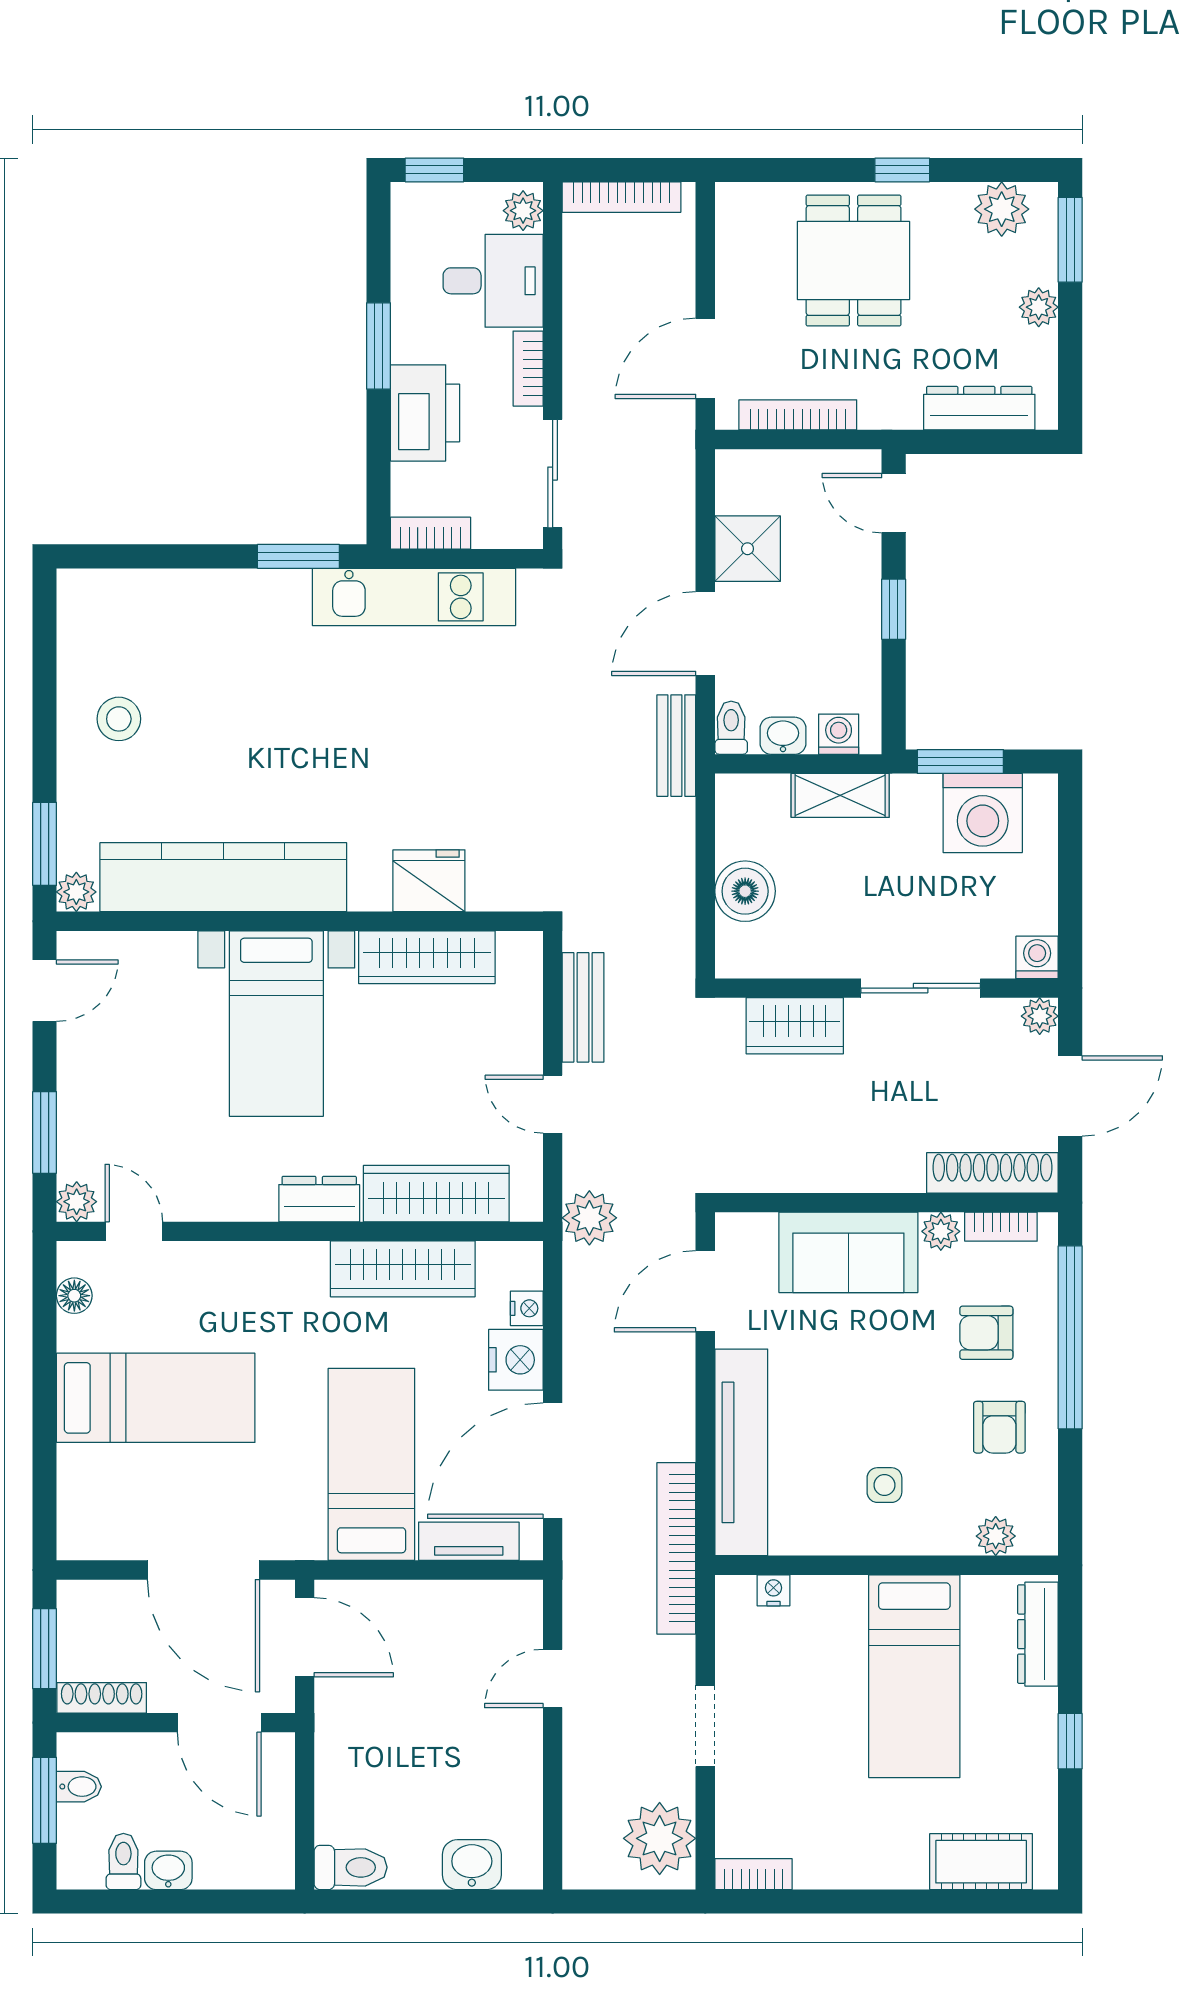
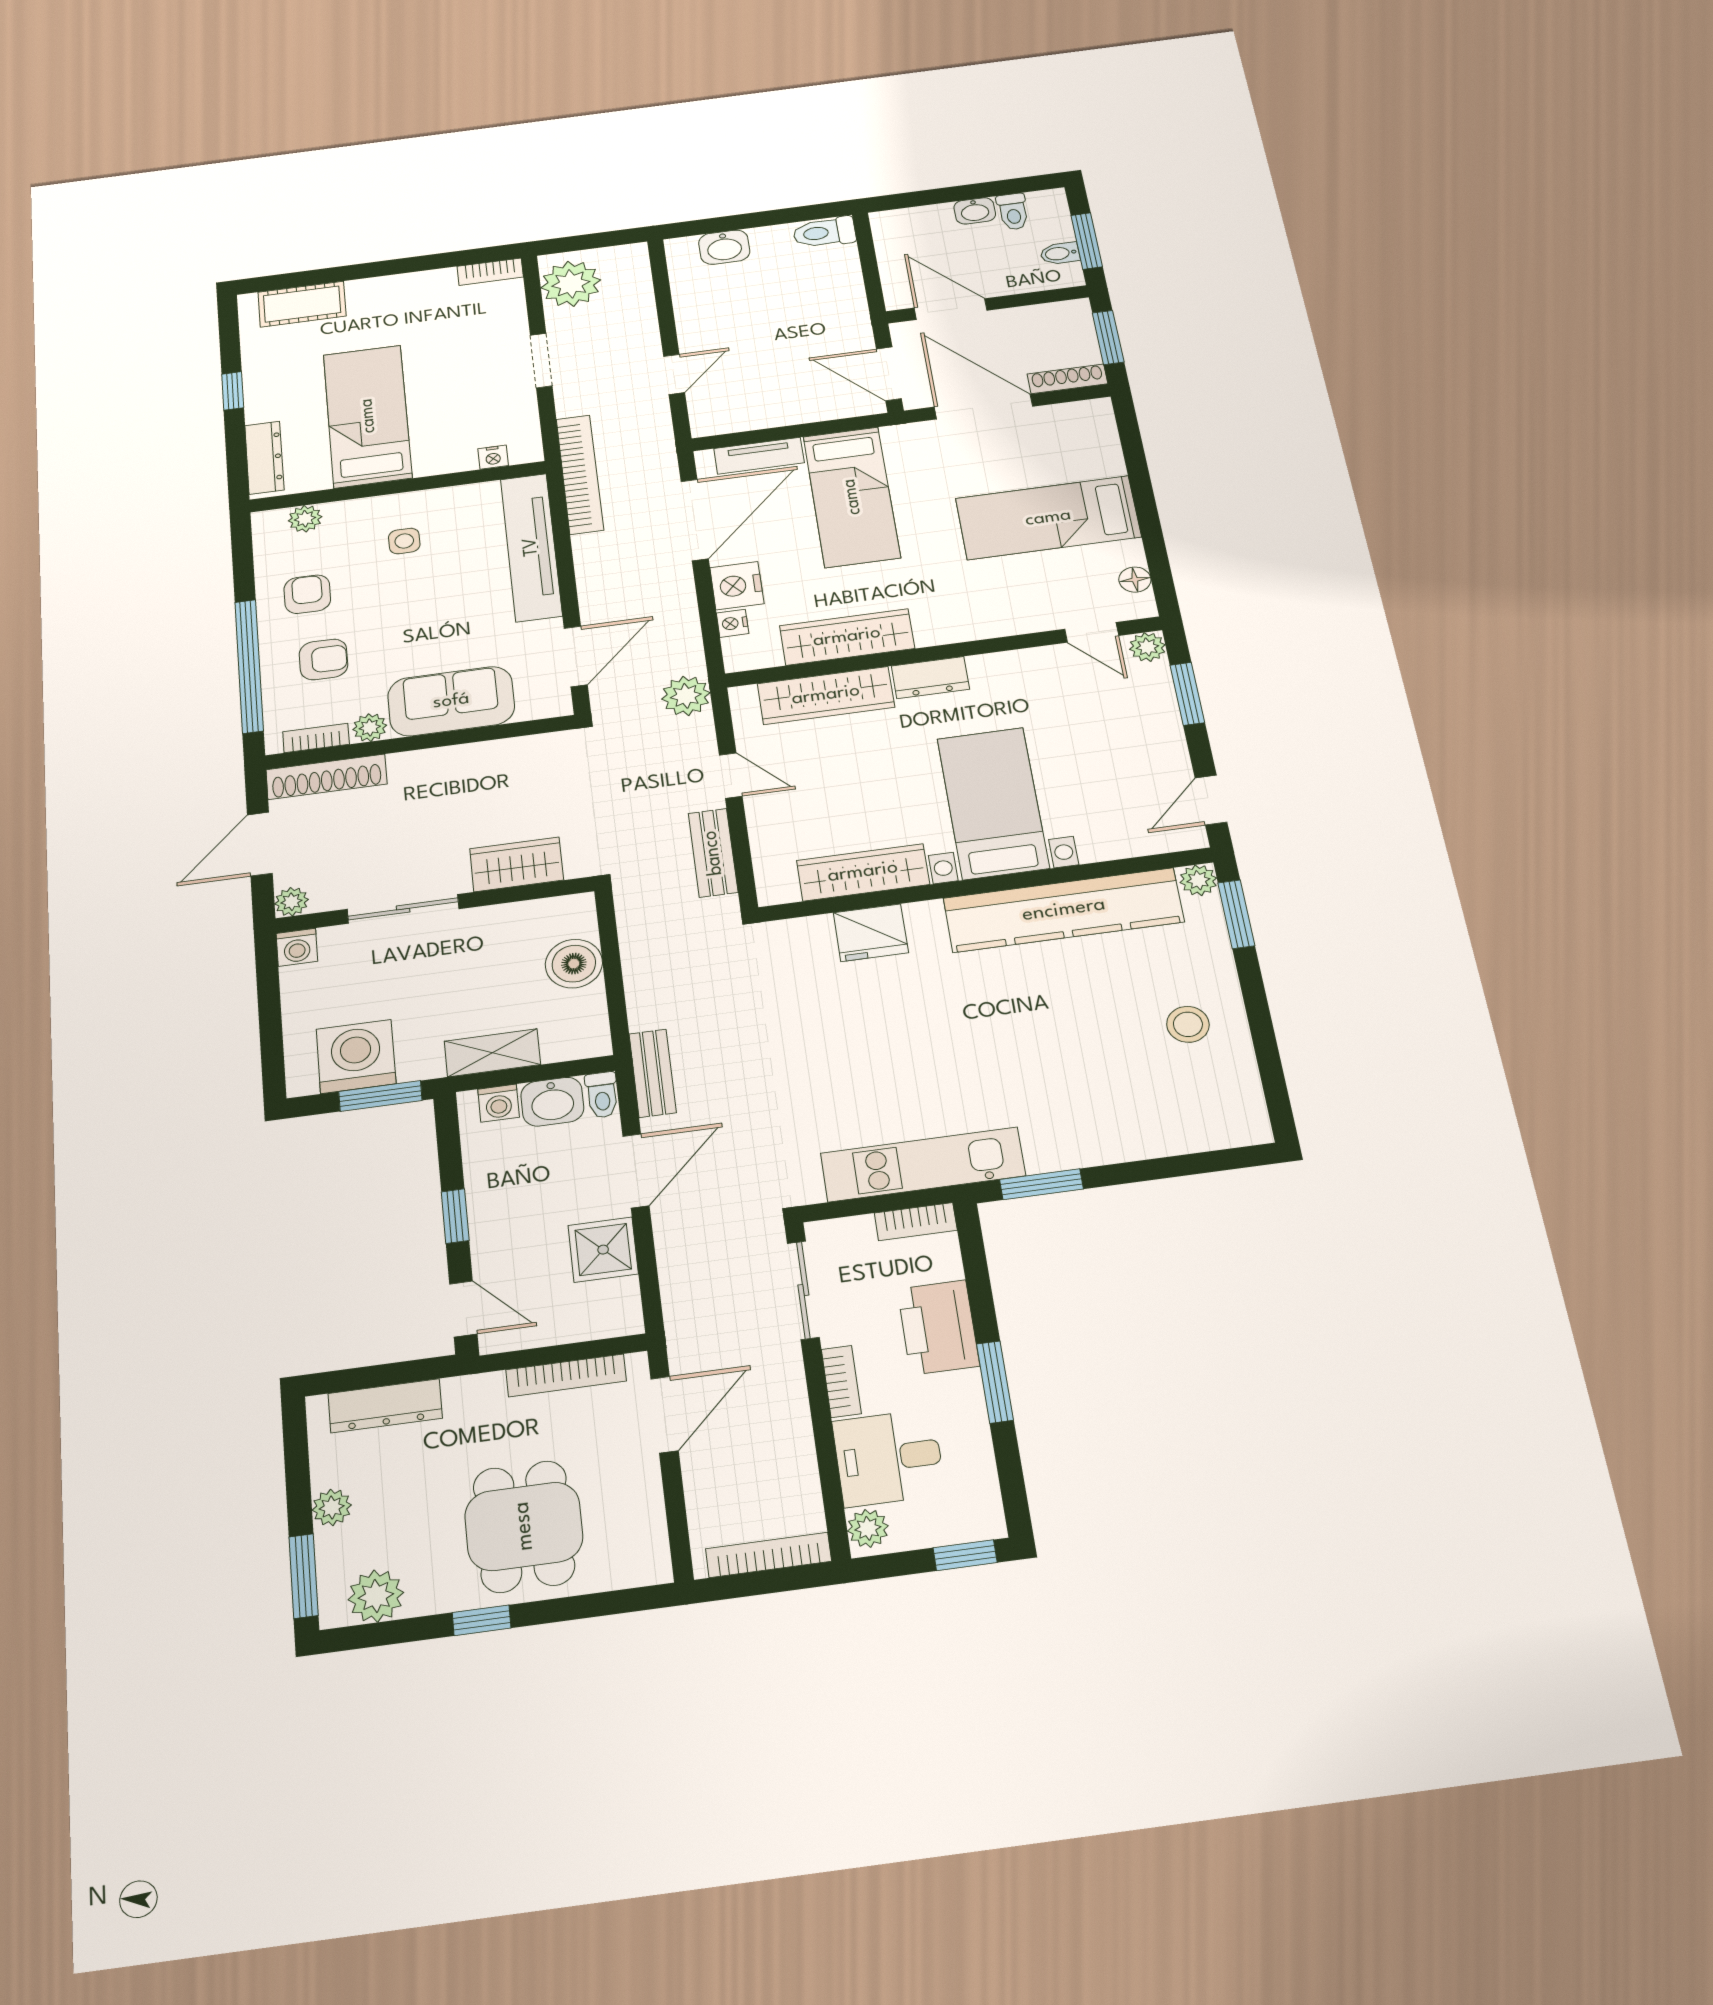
washbasin: (783, 736) -> (552, 1102), width x1.38, depth x1.45
shoe rack: (102, 1698) -> (1067, 379), moved, turned 180

